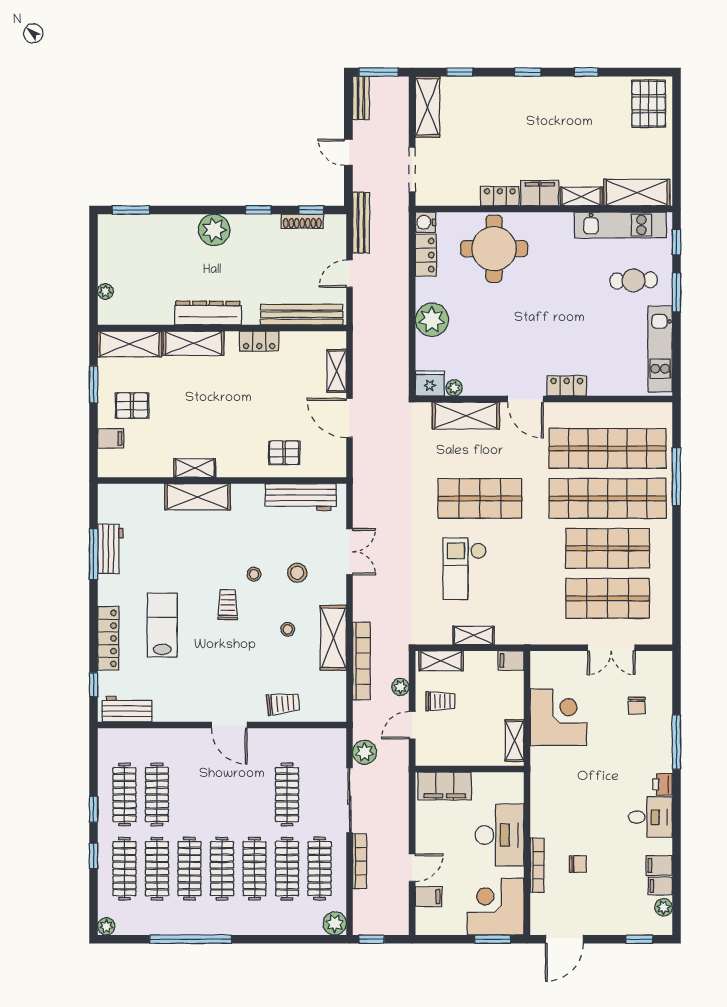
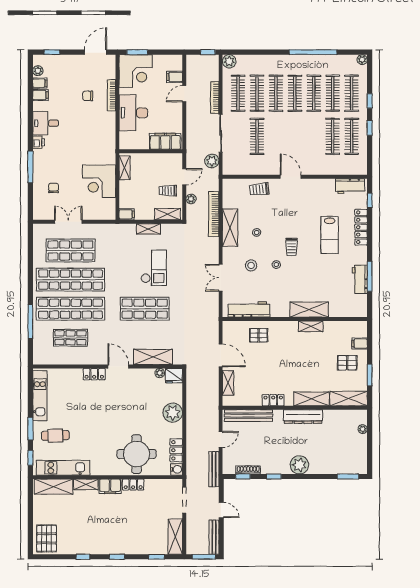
bench: (361, 98) -> (214, 537), width x1.36
shop shelf: (608, 448) -> (70, 338), width x0.50, depth x0.74
shop shelf: (608, 548) -> (70, 280), width x1.40

